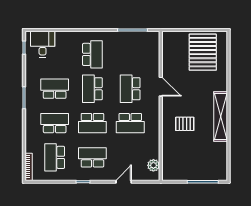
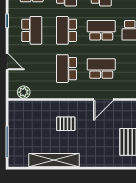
shelving: (221, 116) -> (54, 160), moved
pallet: (185, 124) -> (66, 124), turned 90

